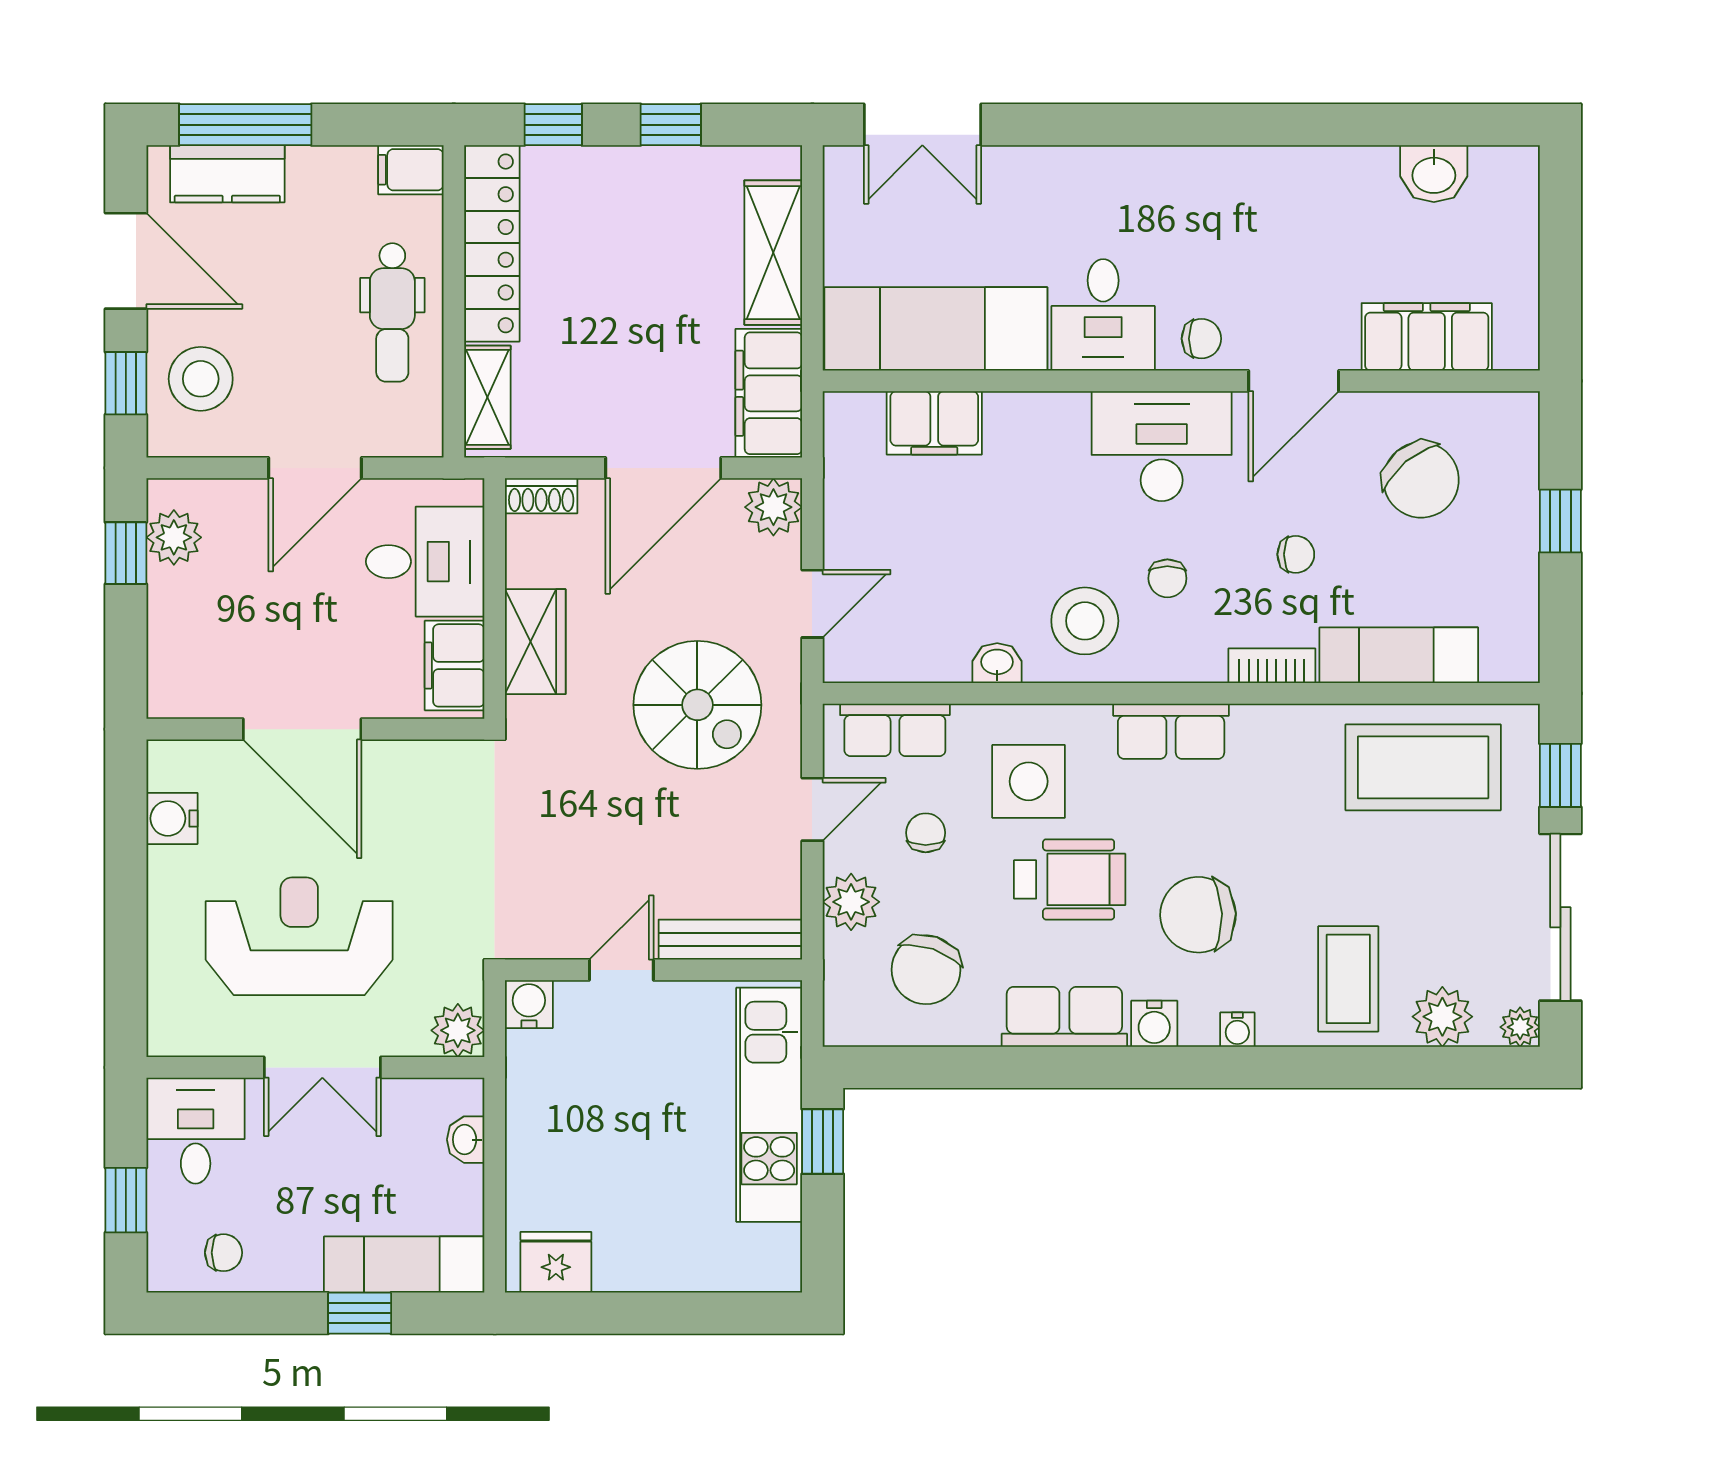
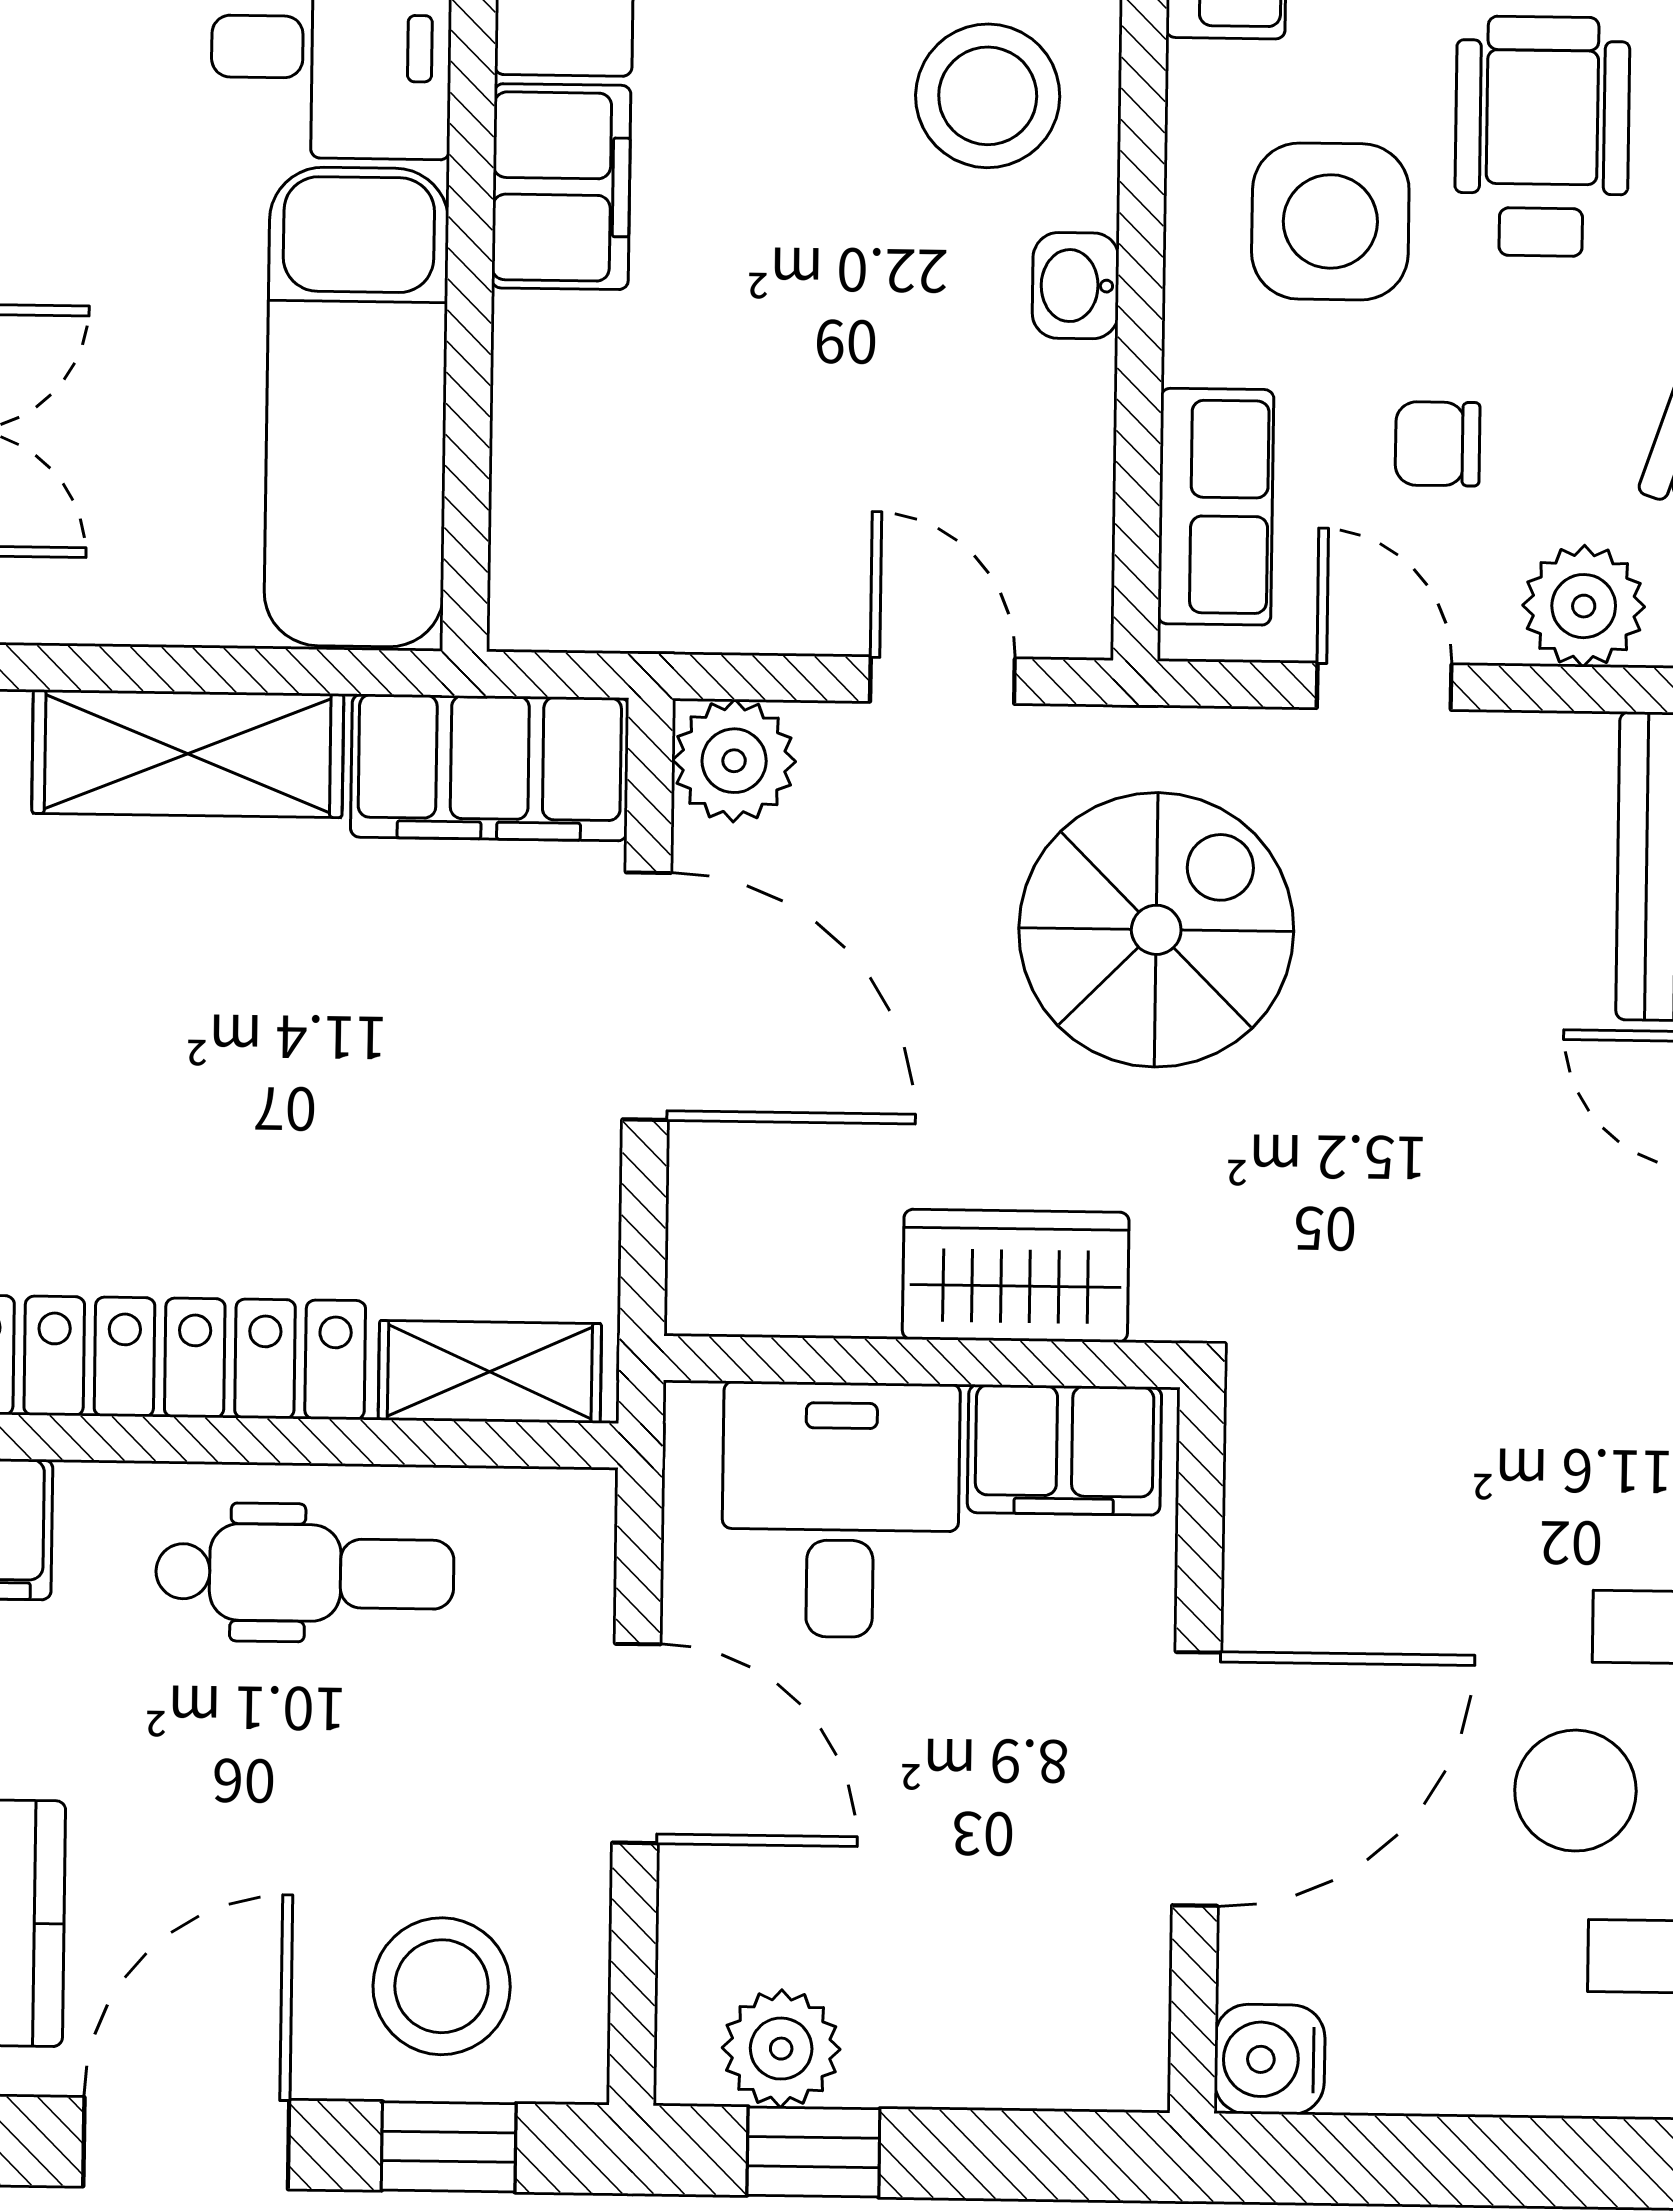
filing cabinet: (934, 423) -> (561, 187), moved
shoe rack: (541, 496) -> (703, 1259), removed
water cooler: (172, 818) -> (1270, 2059), moved, turned 90

